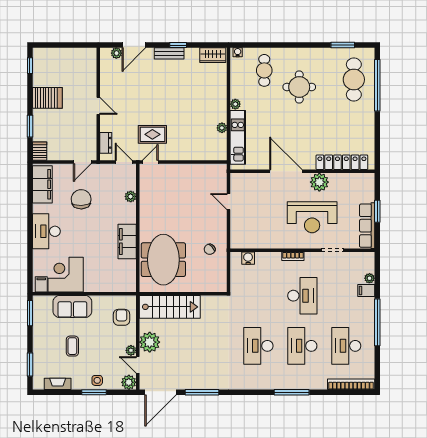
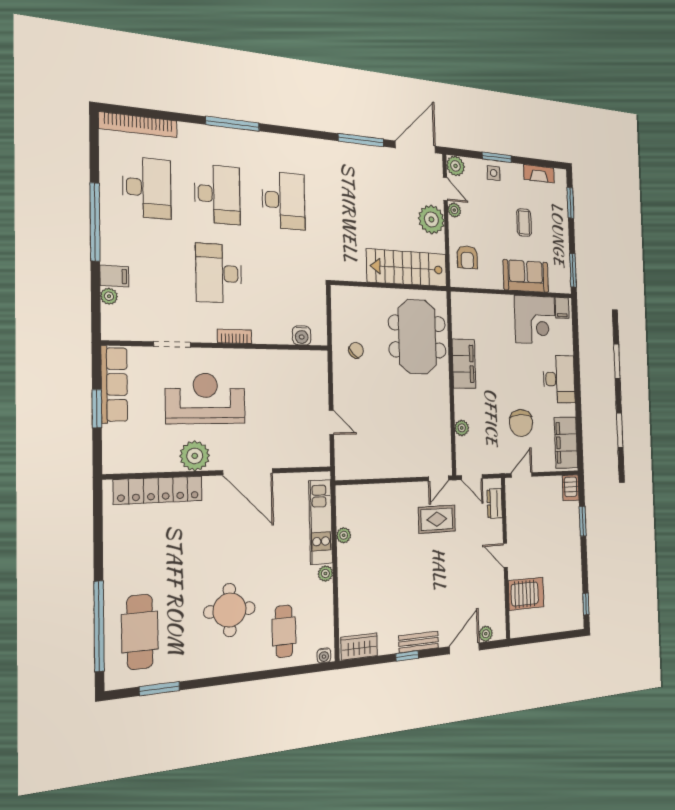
server rack: (47, 98) -> (526, 594), moved, turned 180

